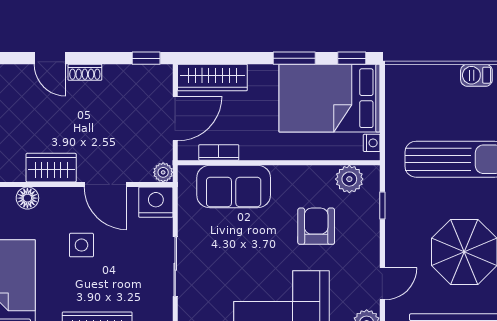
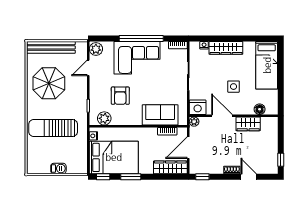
barbecue: (476, 75) -> (58, 169), moved

